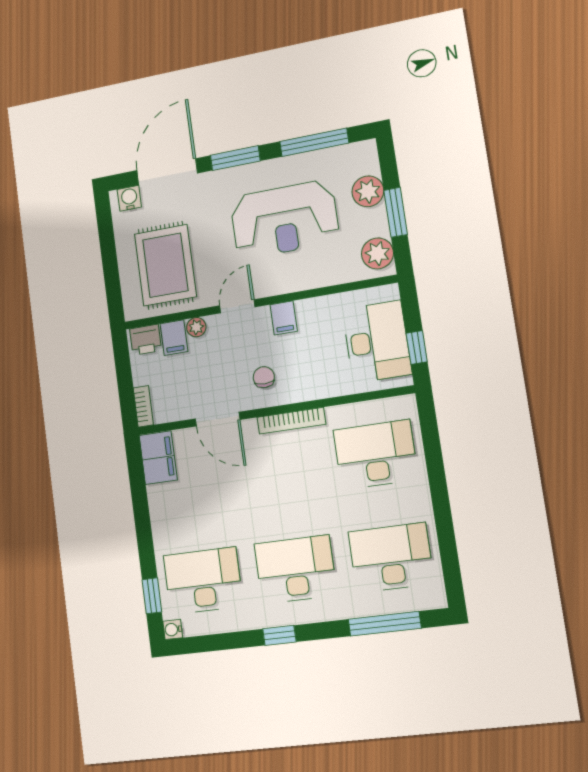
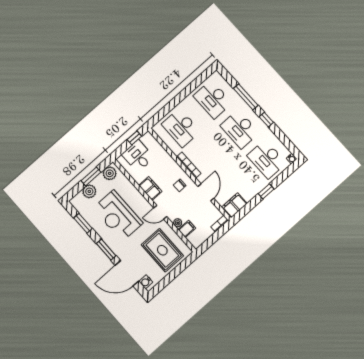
window: (314, 142) -> (83, 223), width x0.69
reception desk: (284, 219) -> (118, 216), turned 180
rug: (165, 265) -> (162, 250), turned 90
filing cabinet: (284, 318) -> (150, 188), width x2.00
printer: (146, 340) -> (195, 239), removed
desk: (377, 342) -> (138, 156), width x0.73
window: (152, 596) -> (266, 191), moved
window: (385, 624) -> (246, 97), moved

